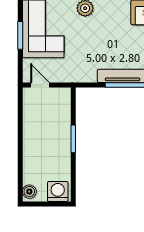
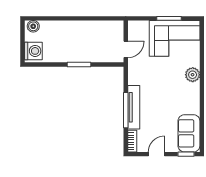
door: (40, 85) -> (126, 49), moved

